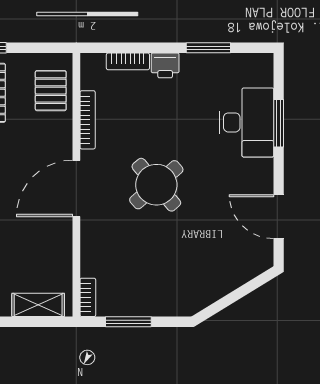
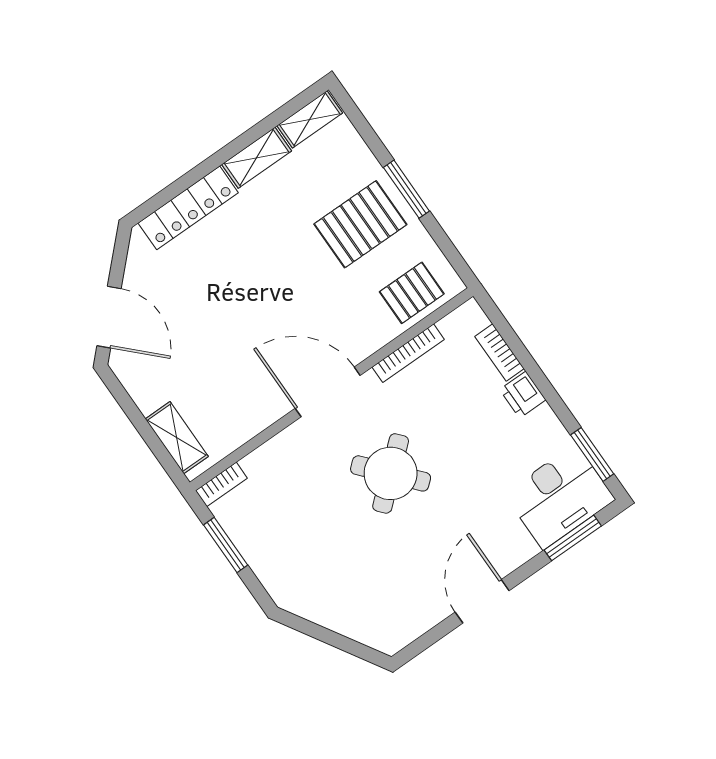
window: (208, 48) -> (592, 454), moved
desk: (246, 122) -> (559, 497), moved
window: (279, 123) -> (573, 538), moved
door: (279, 217) -> (482, 601), moved

